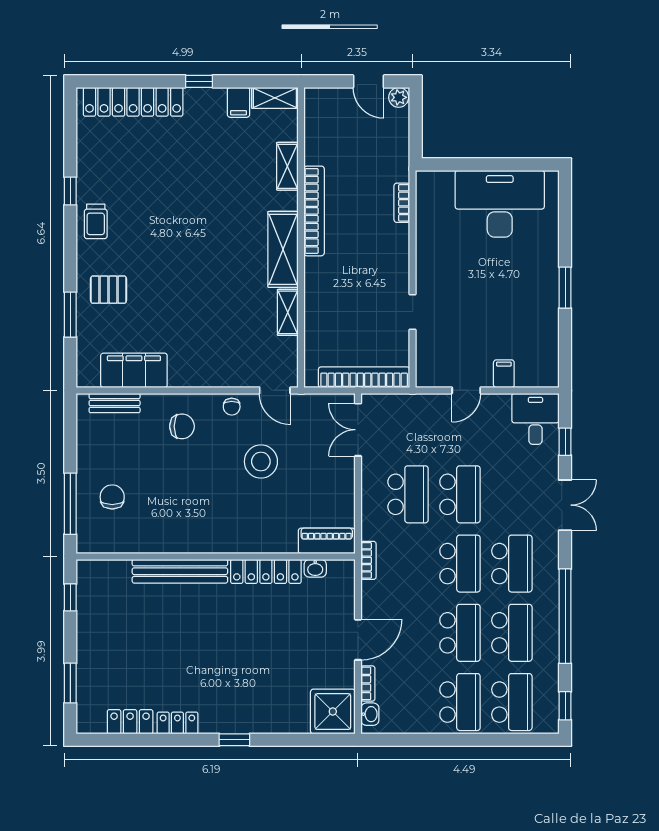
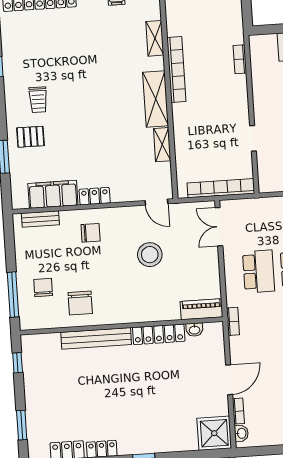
trolley: (96, 221) -> (38, 100), moved
locker: (191, 377) -> (95, 196), added
chair: (232, 407) -> (80, 303), moved, width x1.87, depth x1.87

